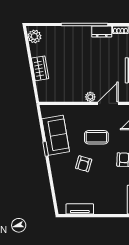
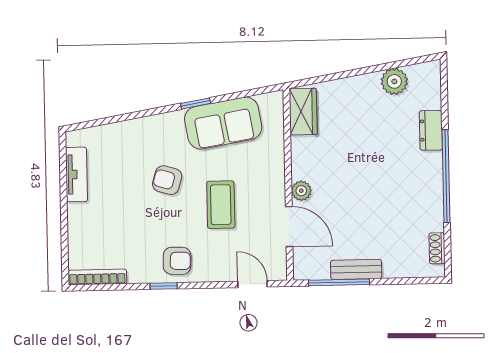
dresser: (102, 32) -> (431, 130), moved
plant: (34, 36) -> (394, 81), moved
wardrobe: (40, 68) -> (303, 112), moved, turned -80

